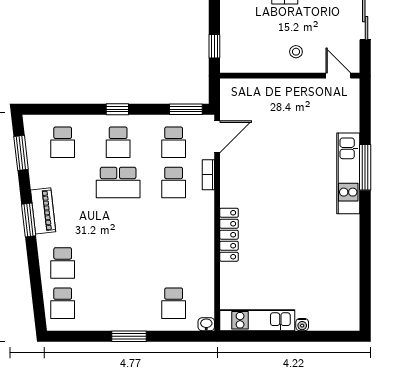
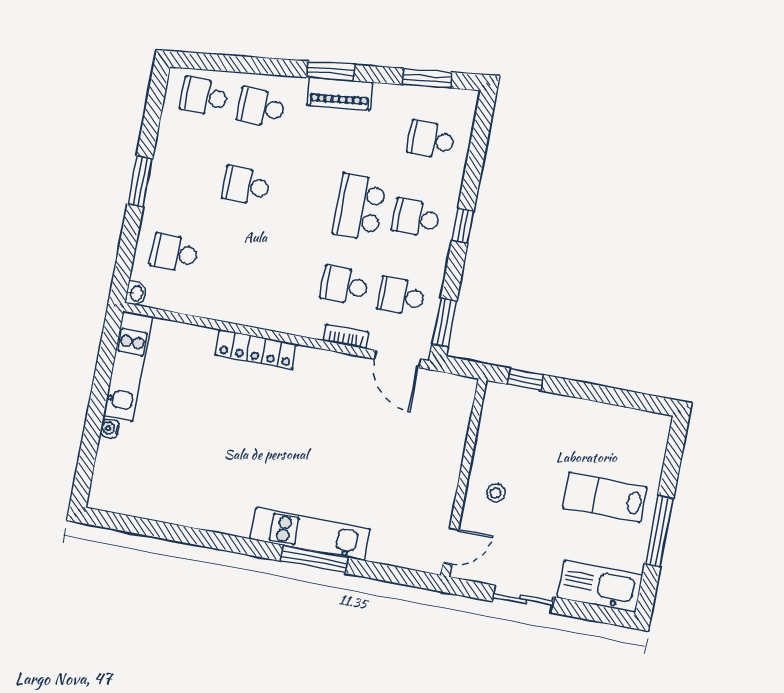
school desk: (118, 263) -> (246, 186), added

